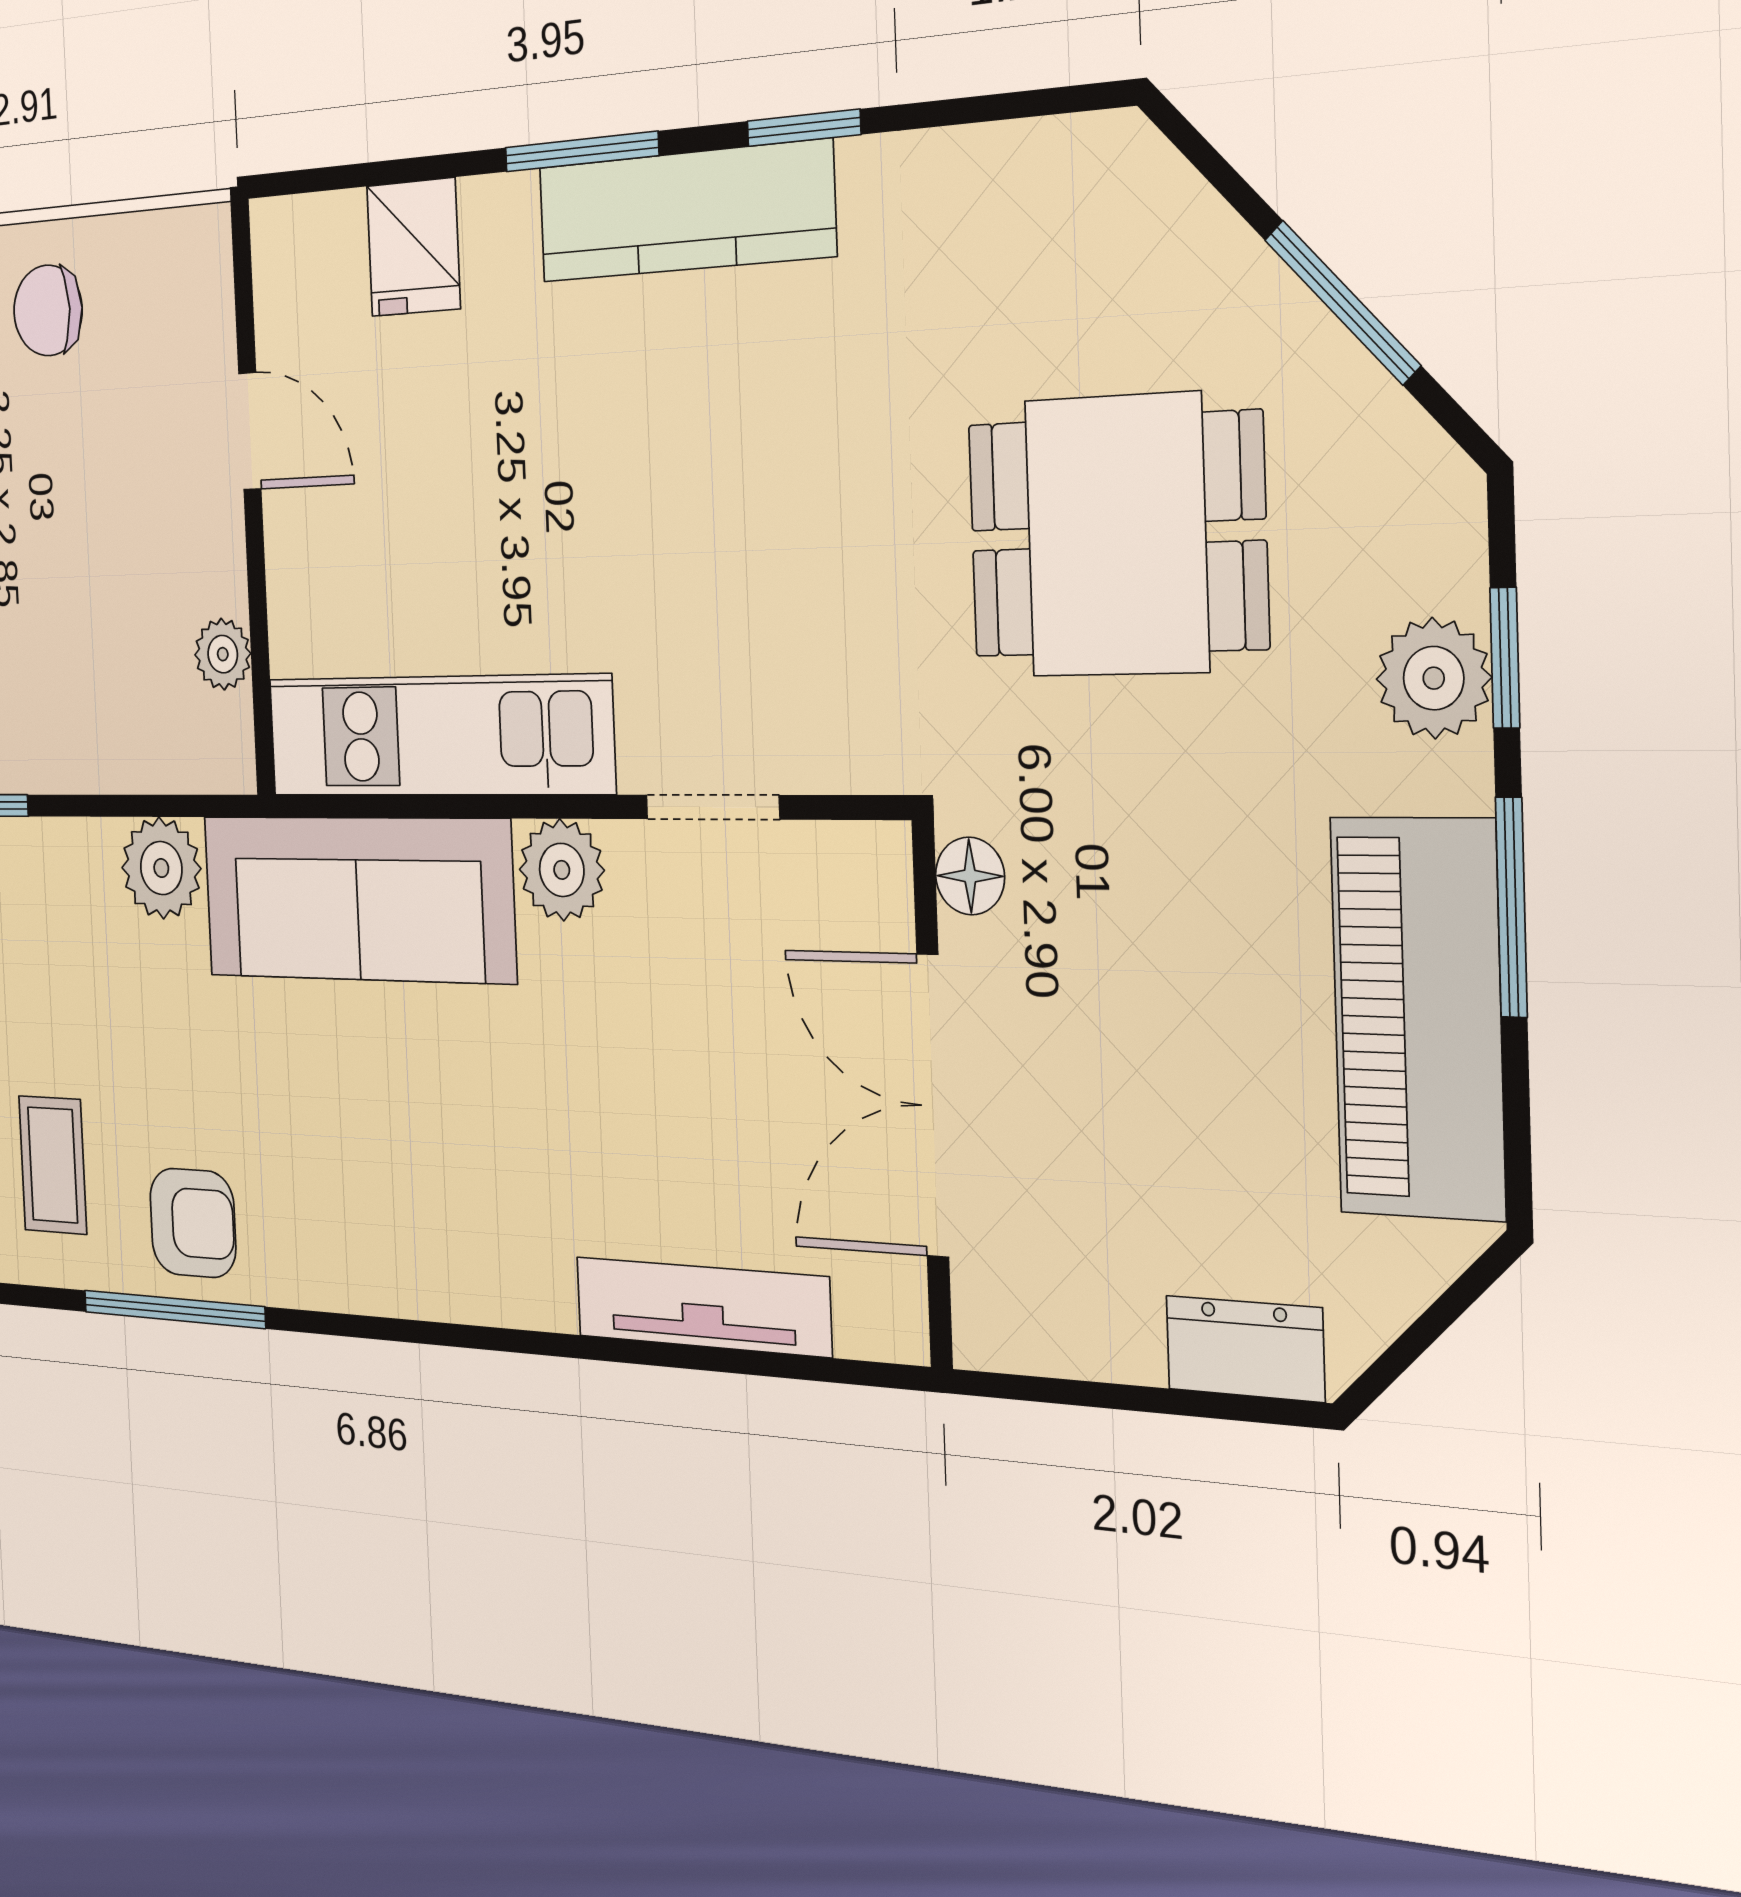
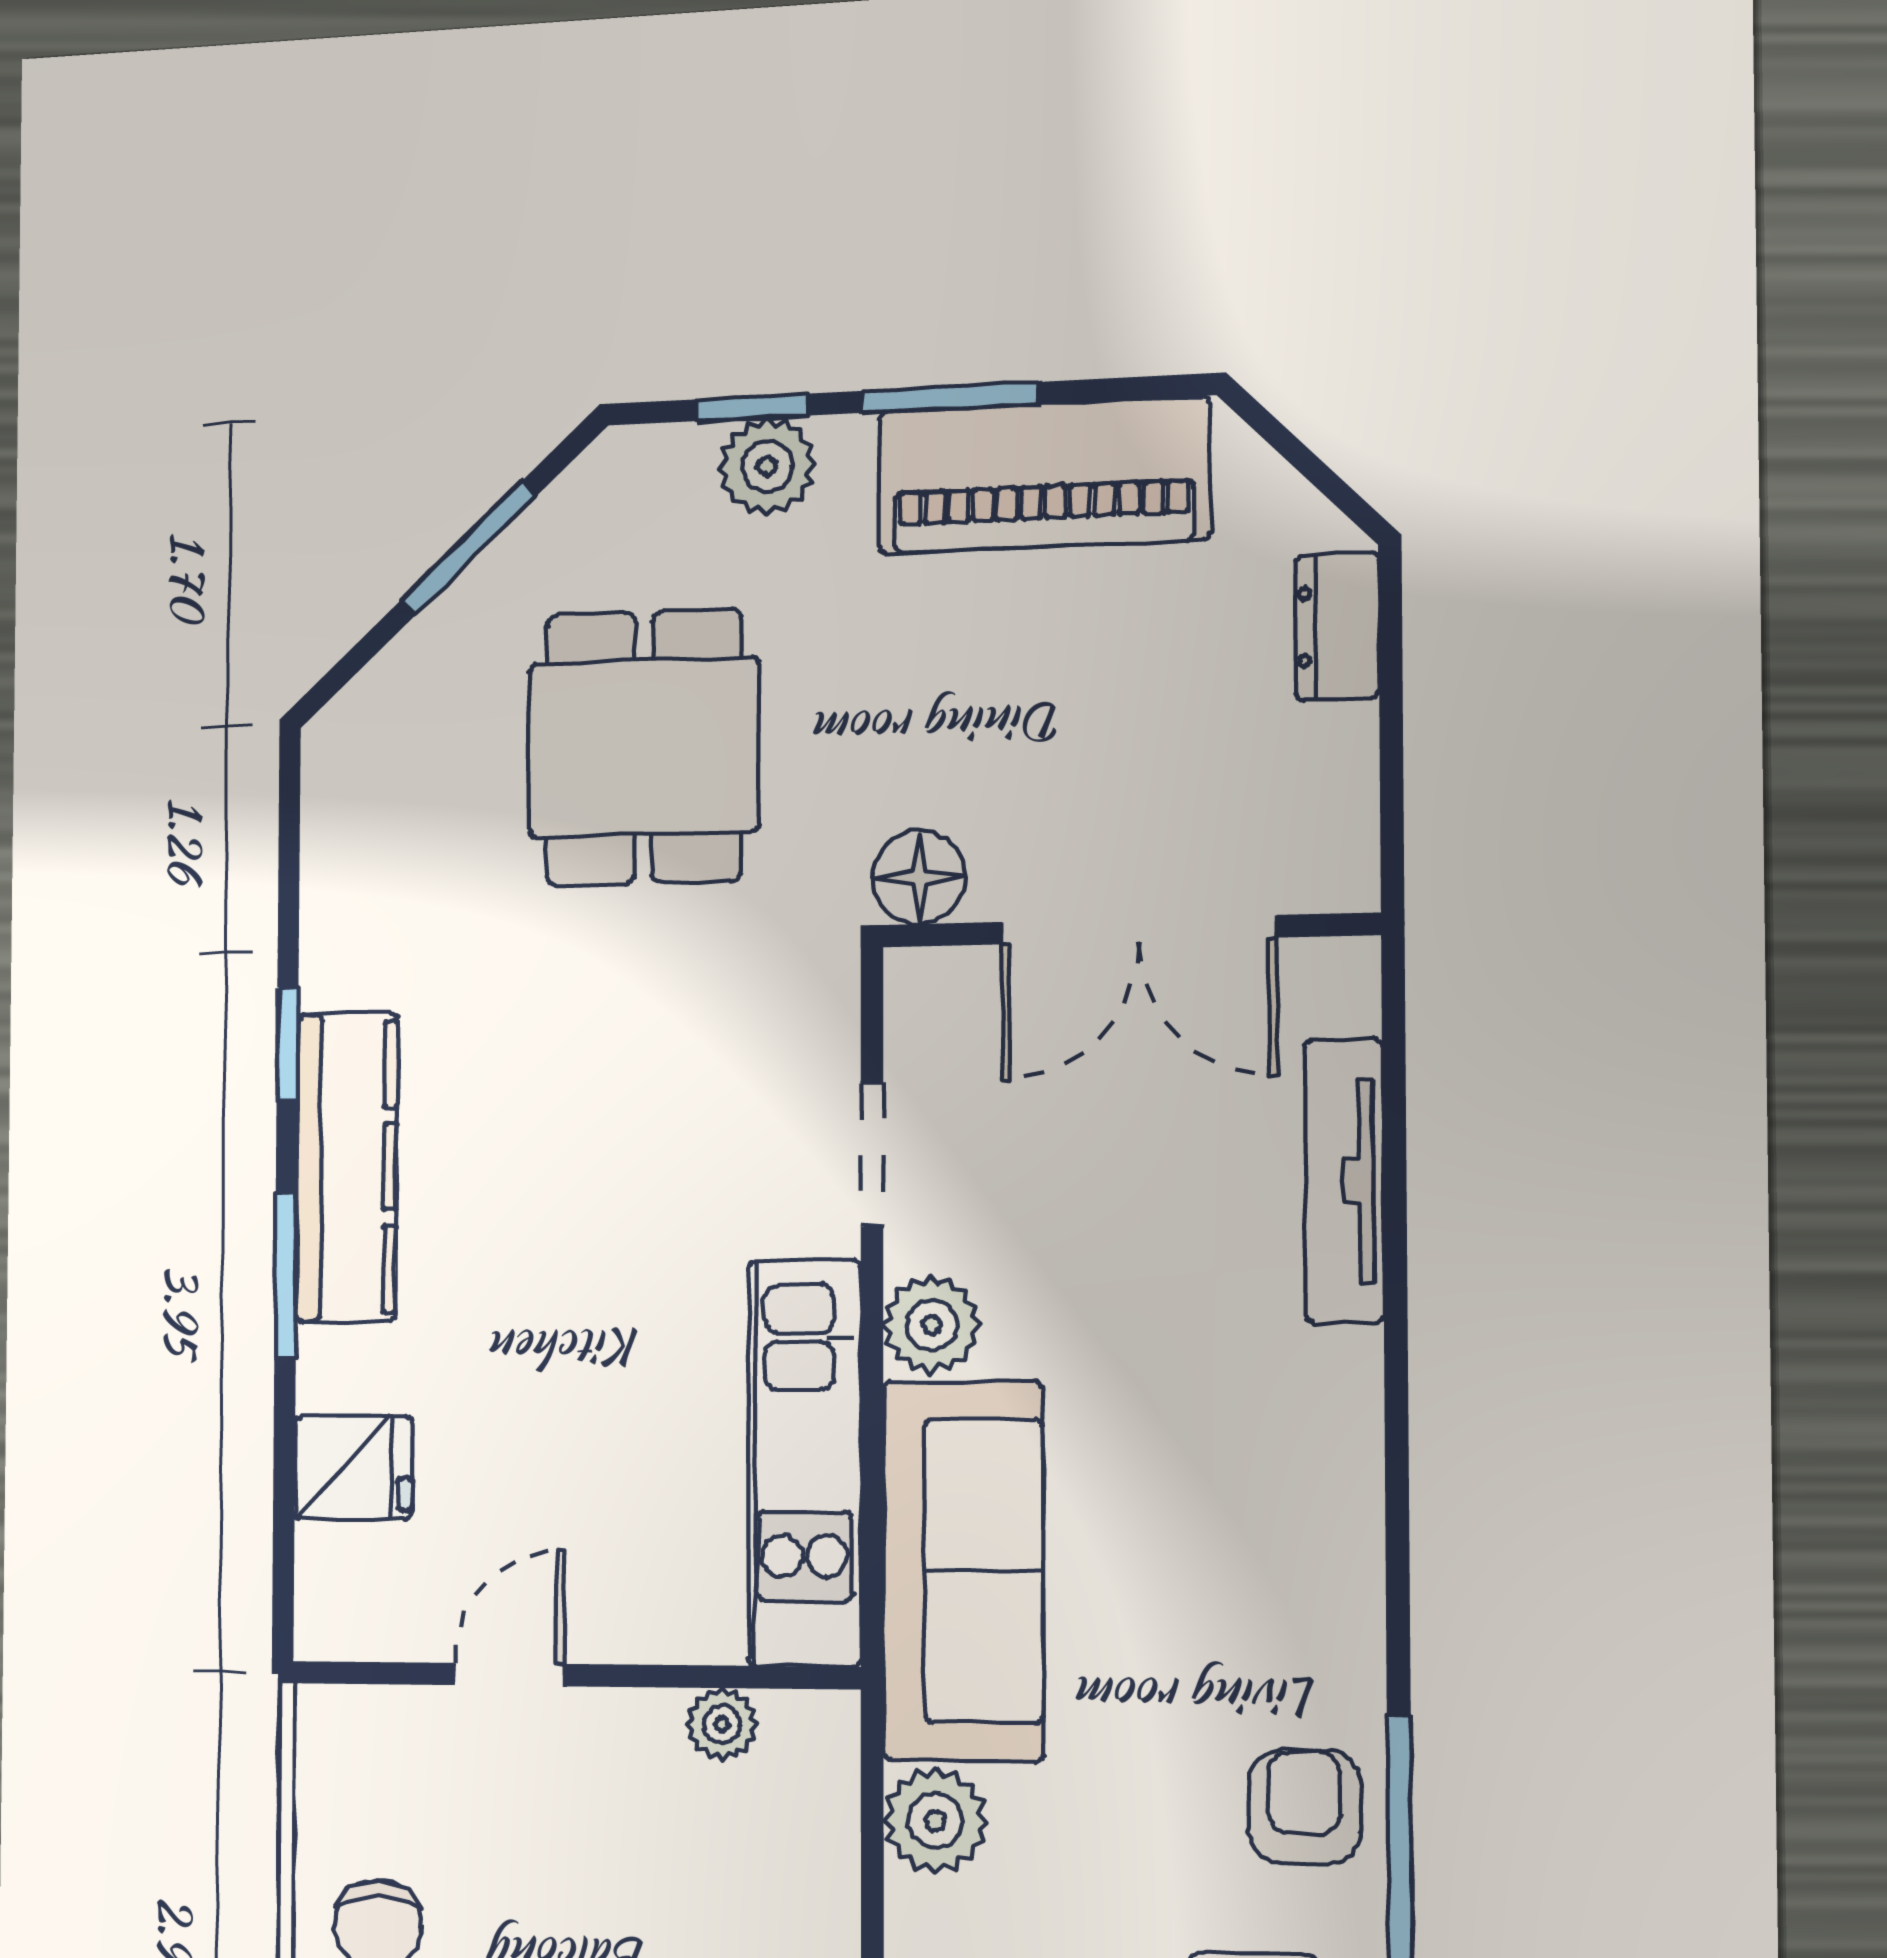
floor lamp: (970, 876) -> (919, 877), width x1.37, depth x1.37

